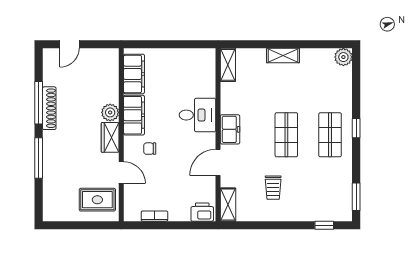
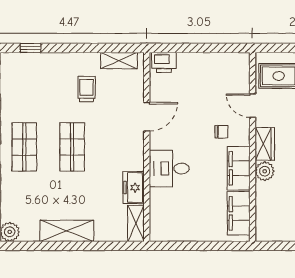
shelving: (283, 56) -> (67, 231), width x1.50, depth x1.33
freezer: (230, 129) -> (134, 188), moved
shelving: (228, 205) -> (119, 61), moved, turned 90
bookcase: (154, 216) -> (216, 58), removed

